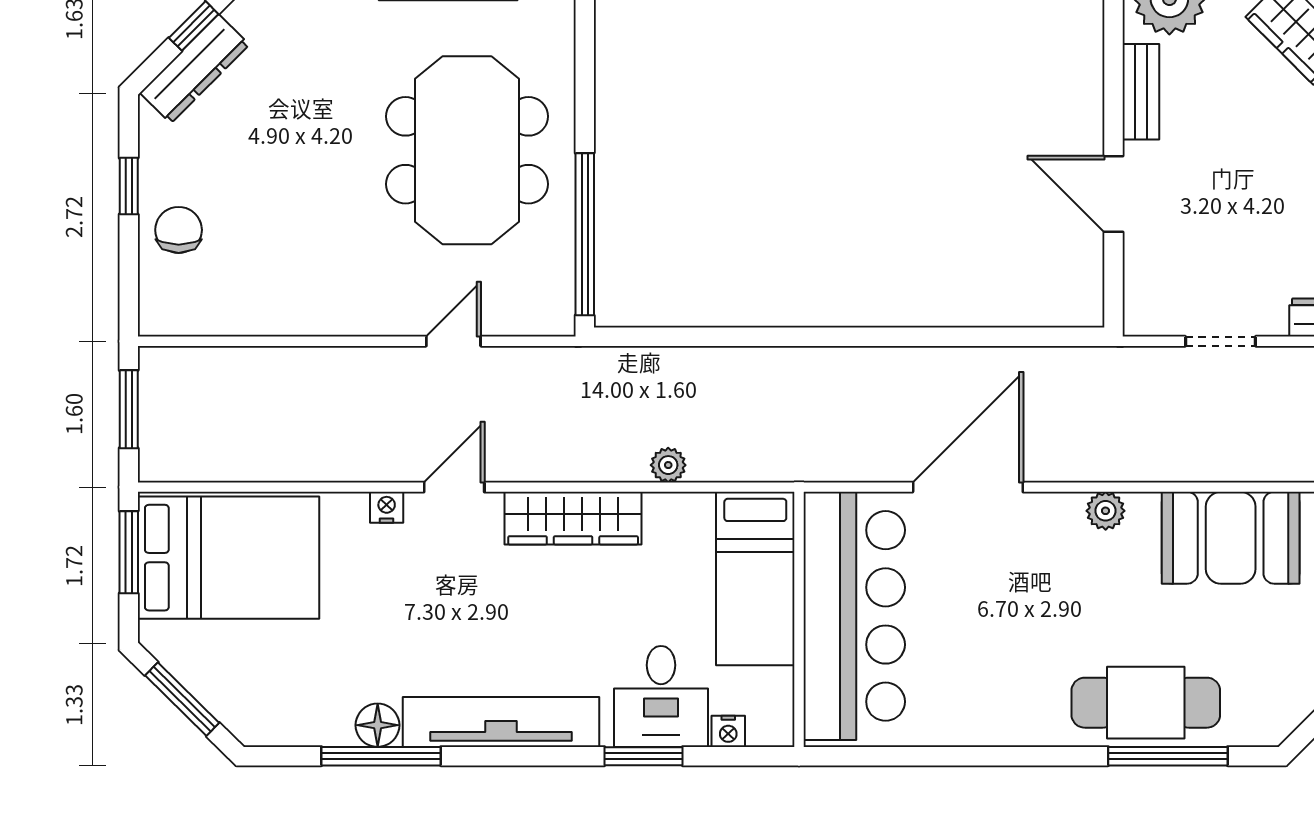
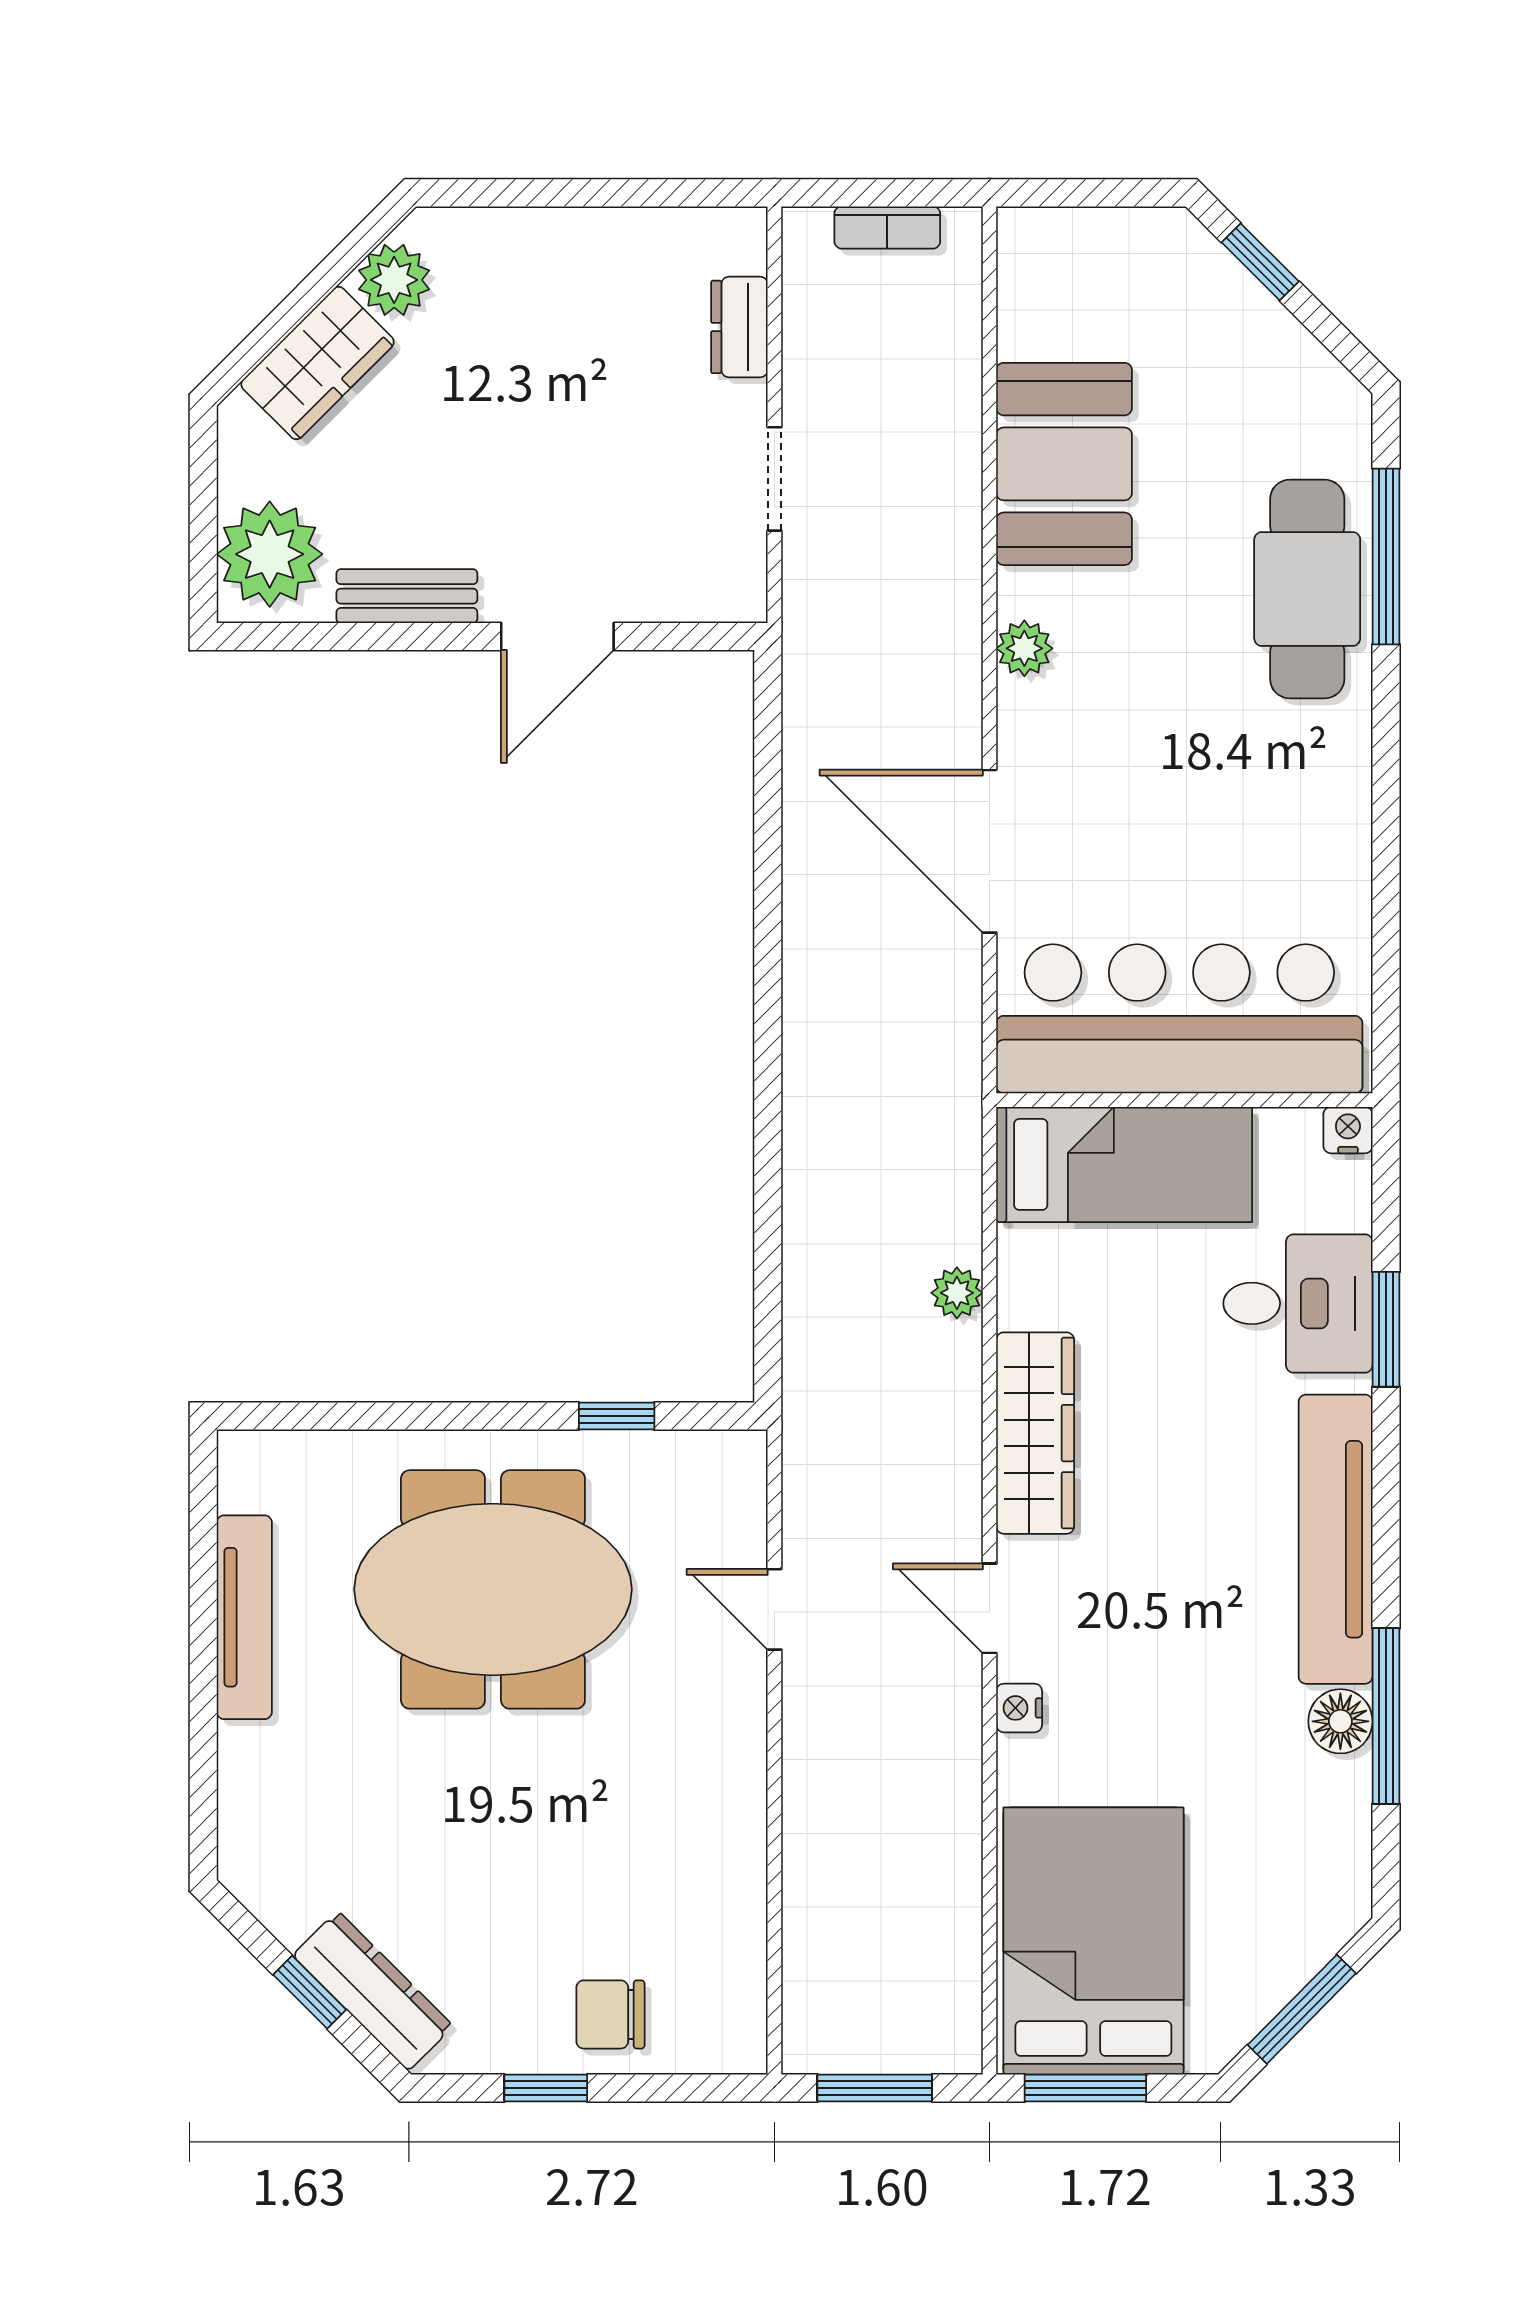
window: (585, 234) -> (617, 1416), width x0.32
nightstand: (728, 731) -> (1348, 1130), moved, turned -90

